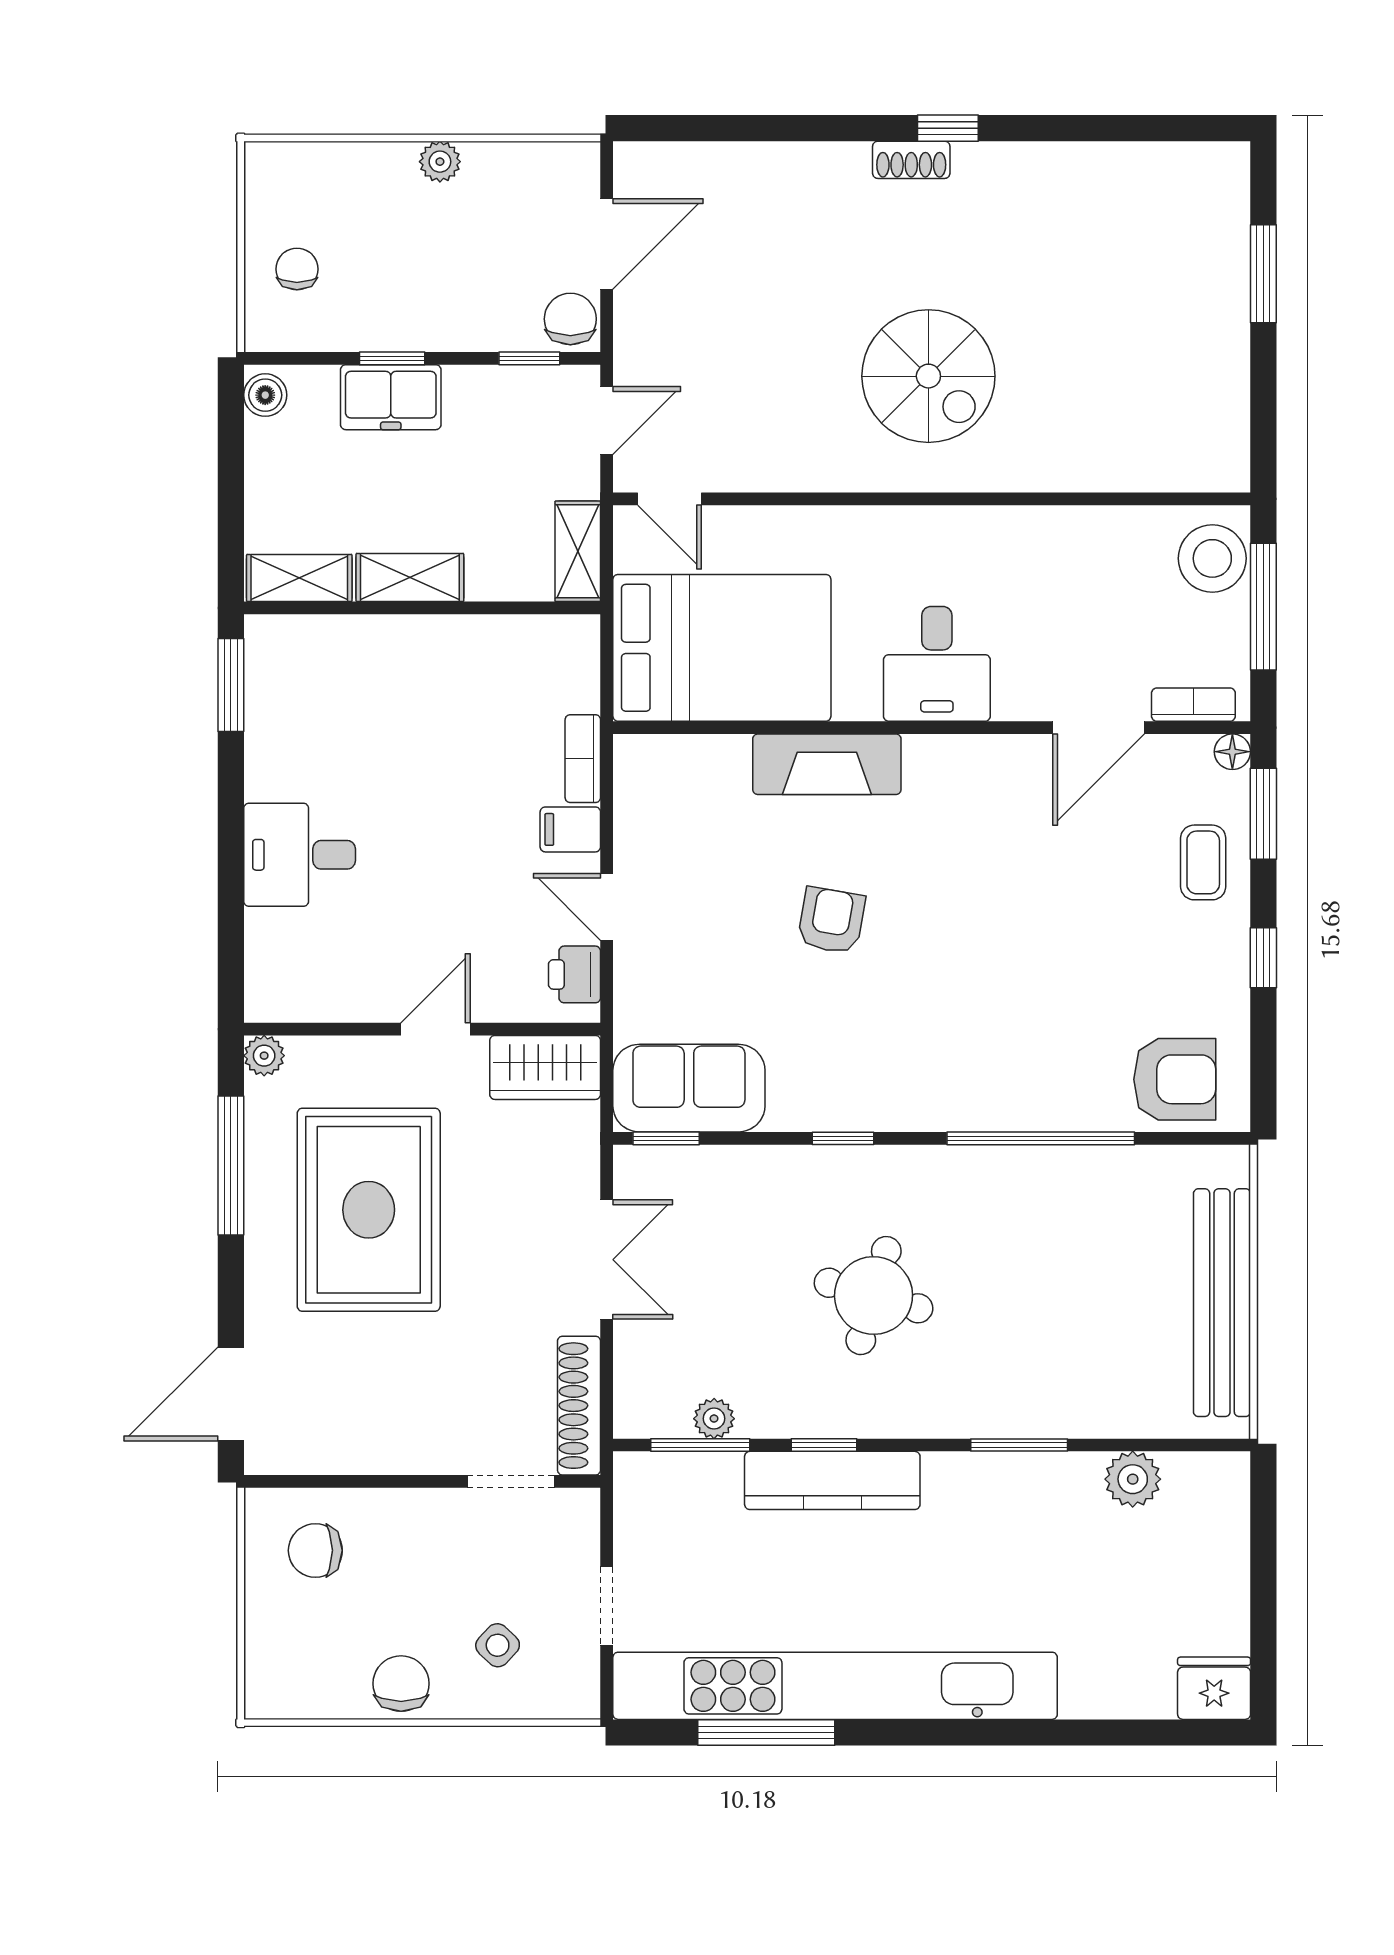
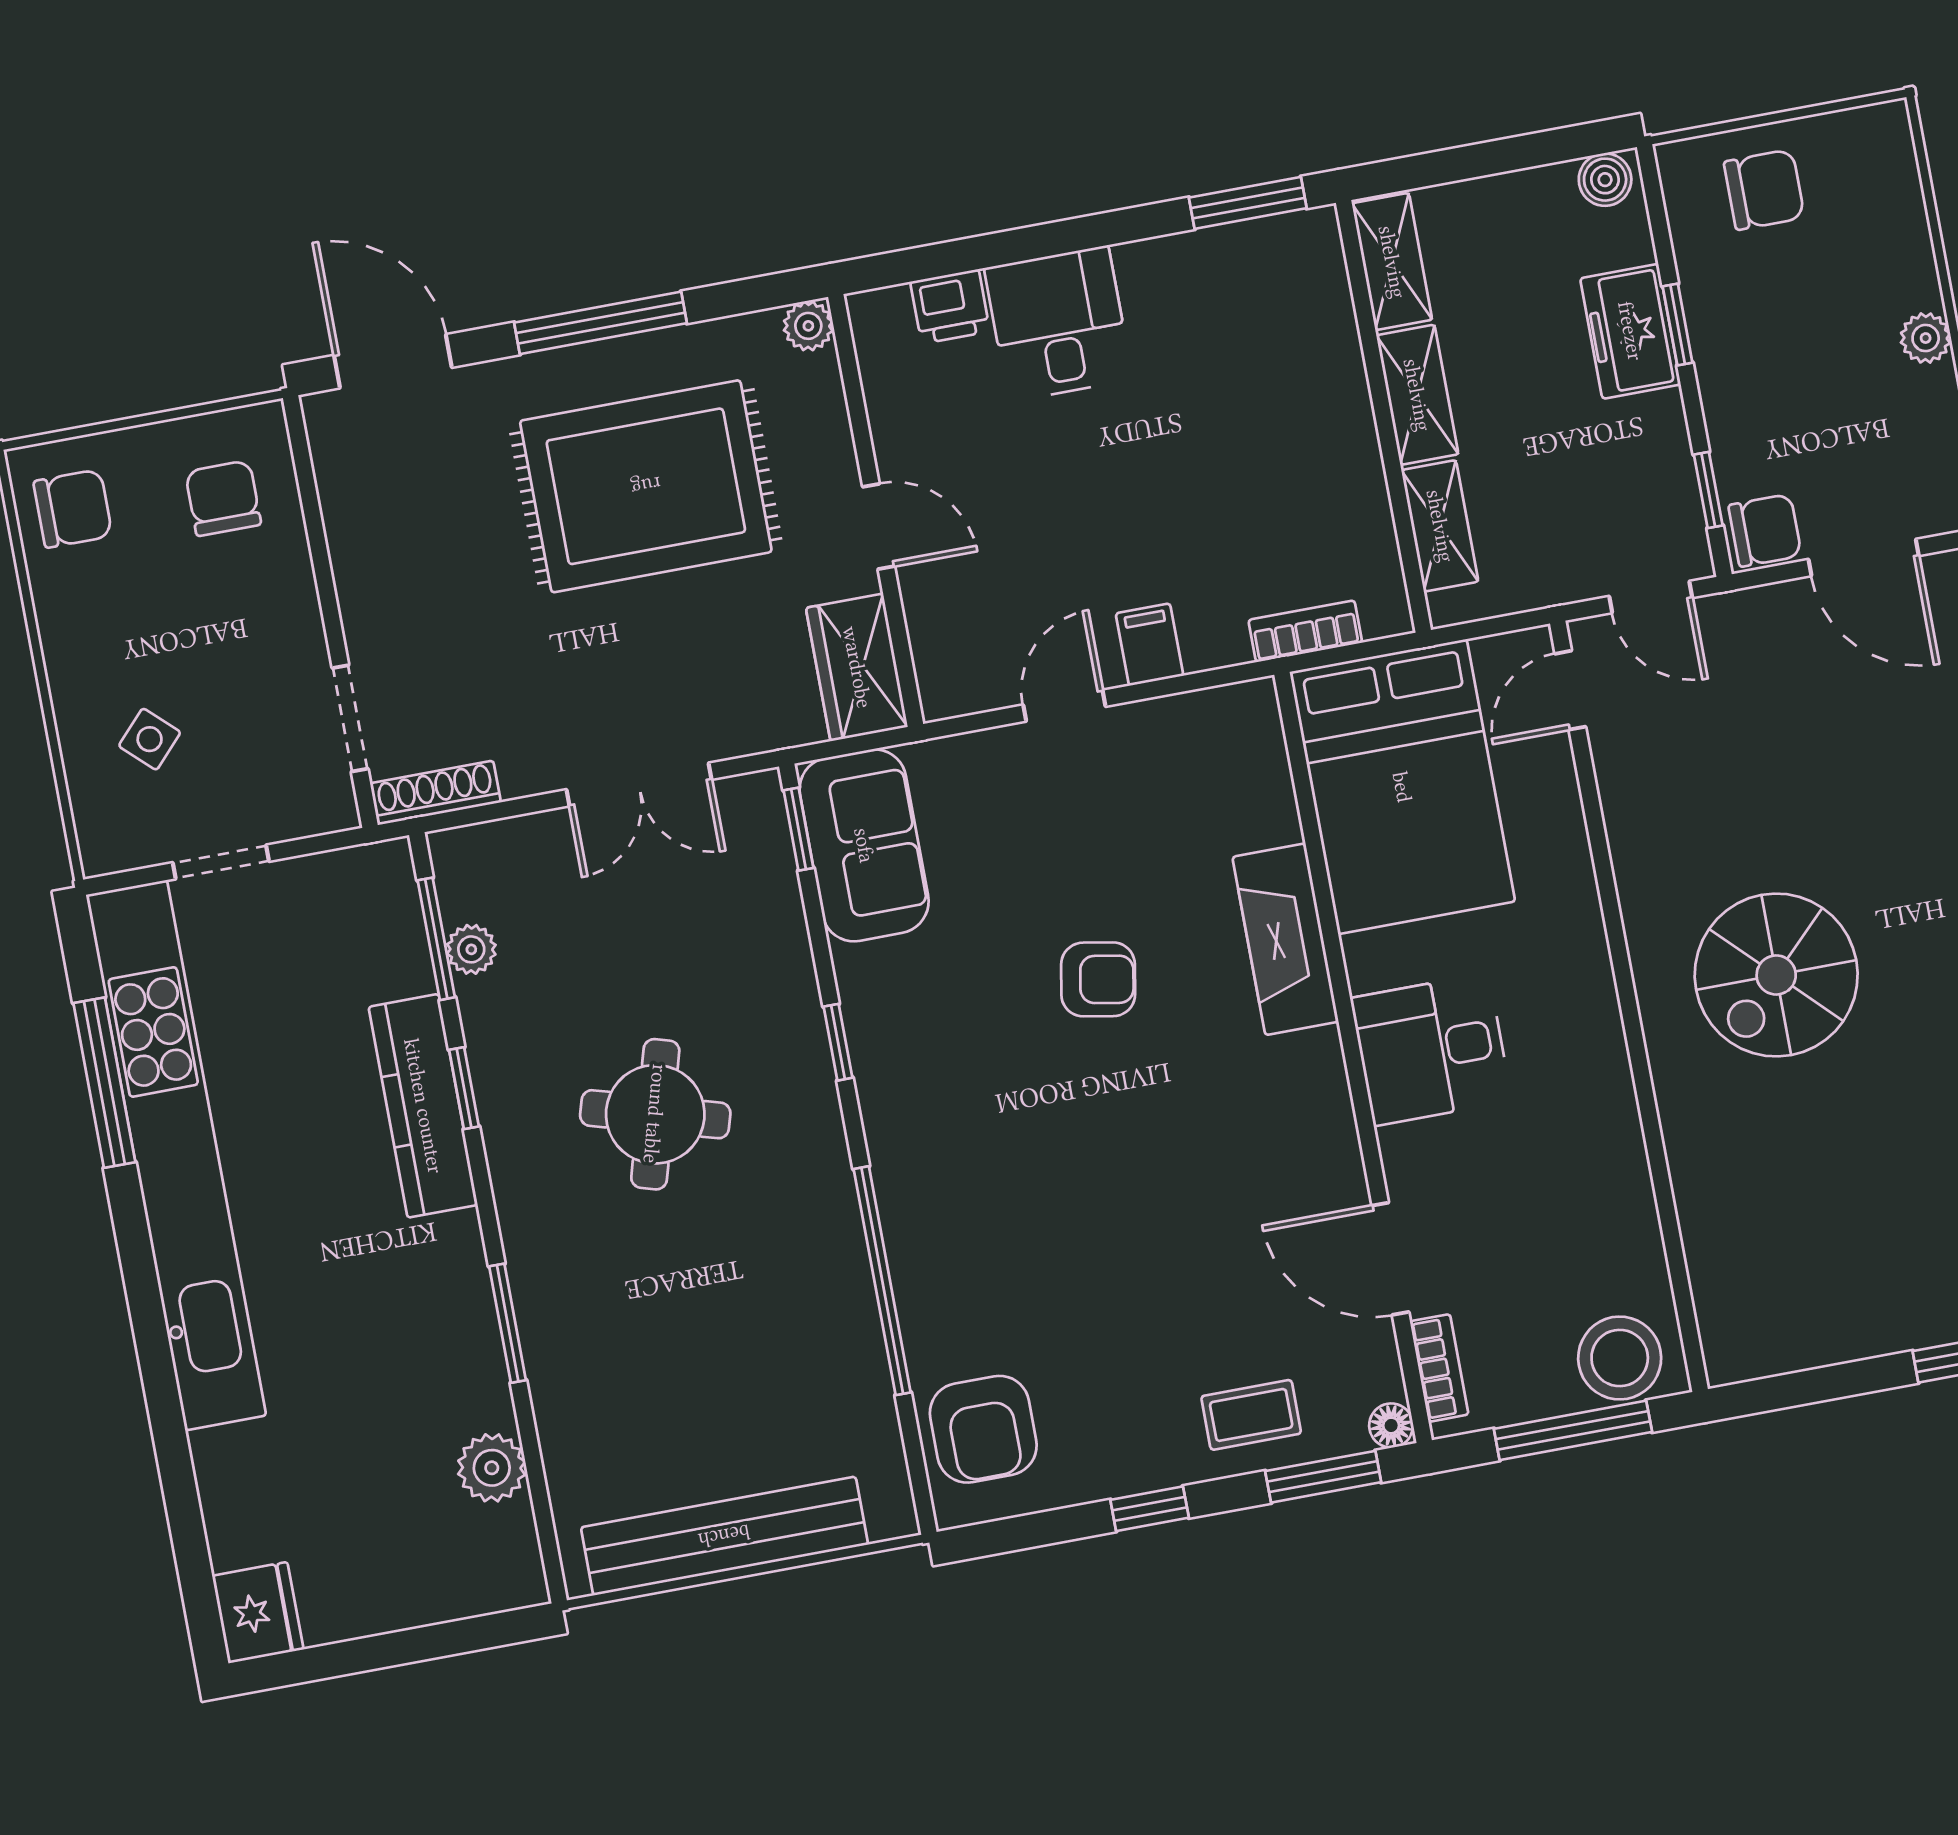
chair: (297, 269) -> (1764, 190), width x1.37, depth x1.37
shelving: (578, 551) -> (1440, 526), moved, turned 90
bookcase: (583, 759) -> (1305, 631), moved
printer: (575, 974) -> (950, 307), moved, turned 180
window: (231, 1165) -> (601, 323), moved
shoe rack: (579, 1406) -> (435, 793), width x0.74, depth x0.81
chair: (401, 1684) -> (73, 509), moved

